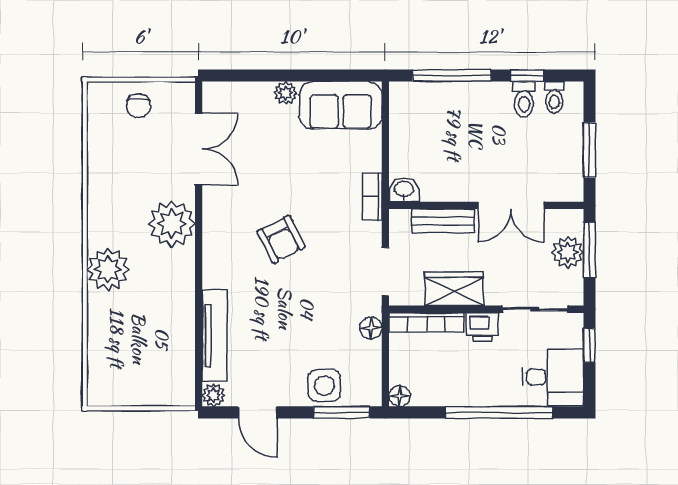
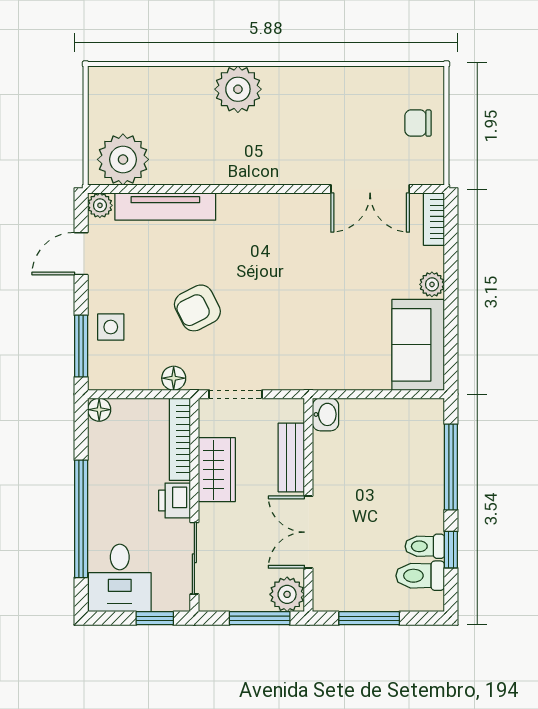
toilet: (554, 97) -> (420, 576), width x1.37, depth x1.39
bookcase: (372, 196) -> (434, 219), moved, turned -90
plant: (172, 224) -> (123, 159), moved
armchair: (281, 239) -> (197, 308), moved
plant: (568, 252) -> (287, 594), moved
side table: (324, 385) -> (111, 327), width x0.73, depth x0.73

